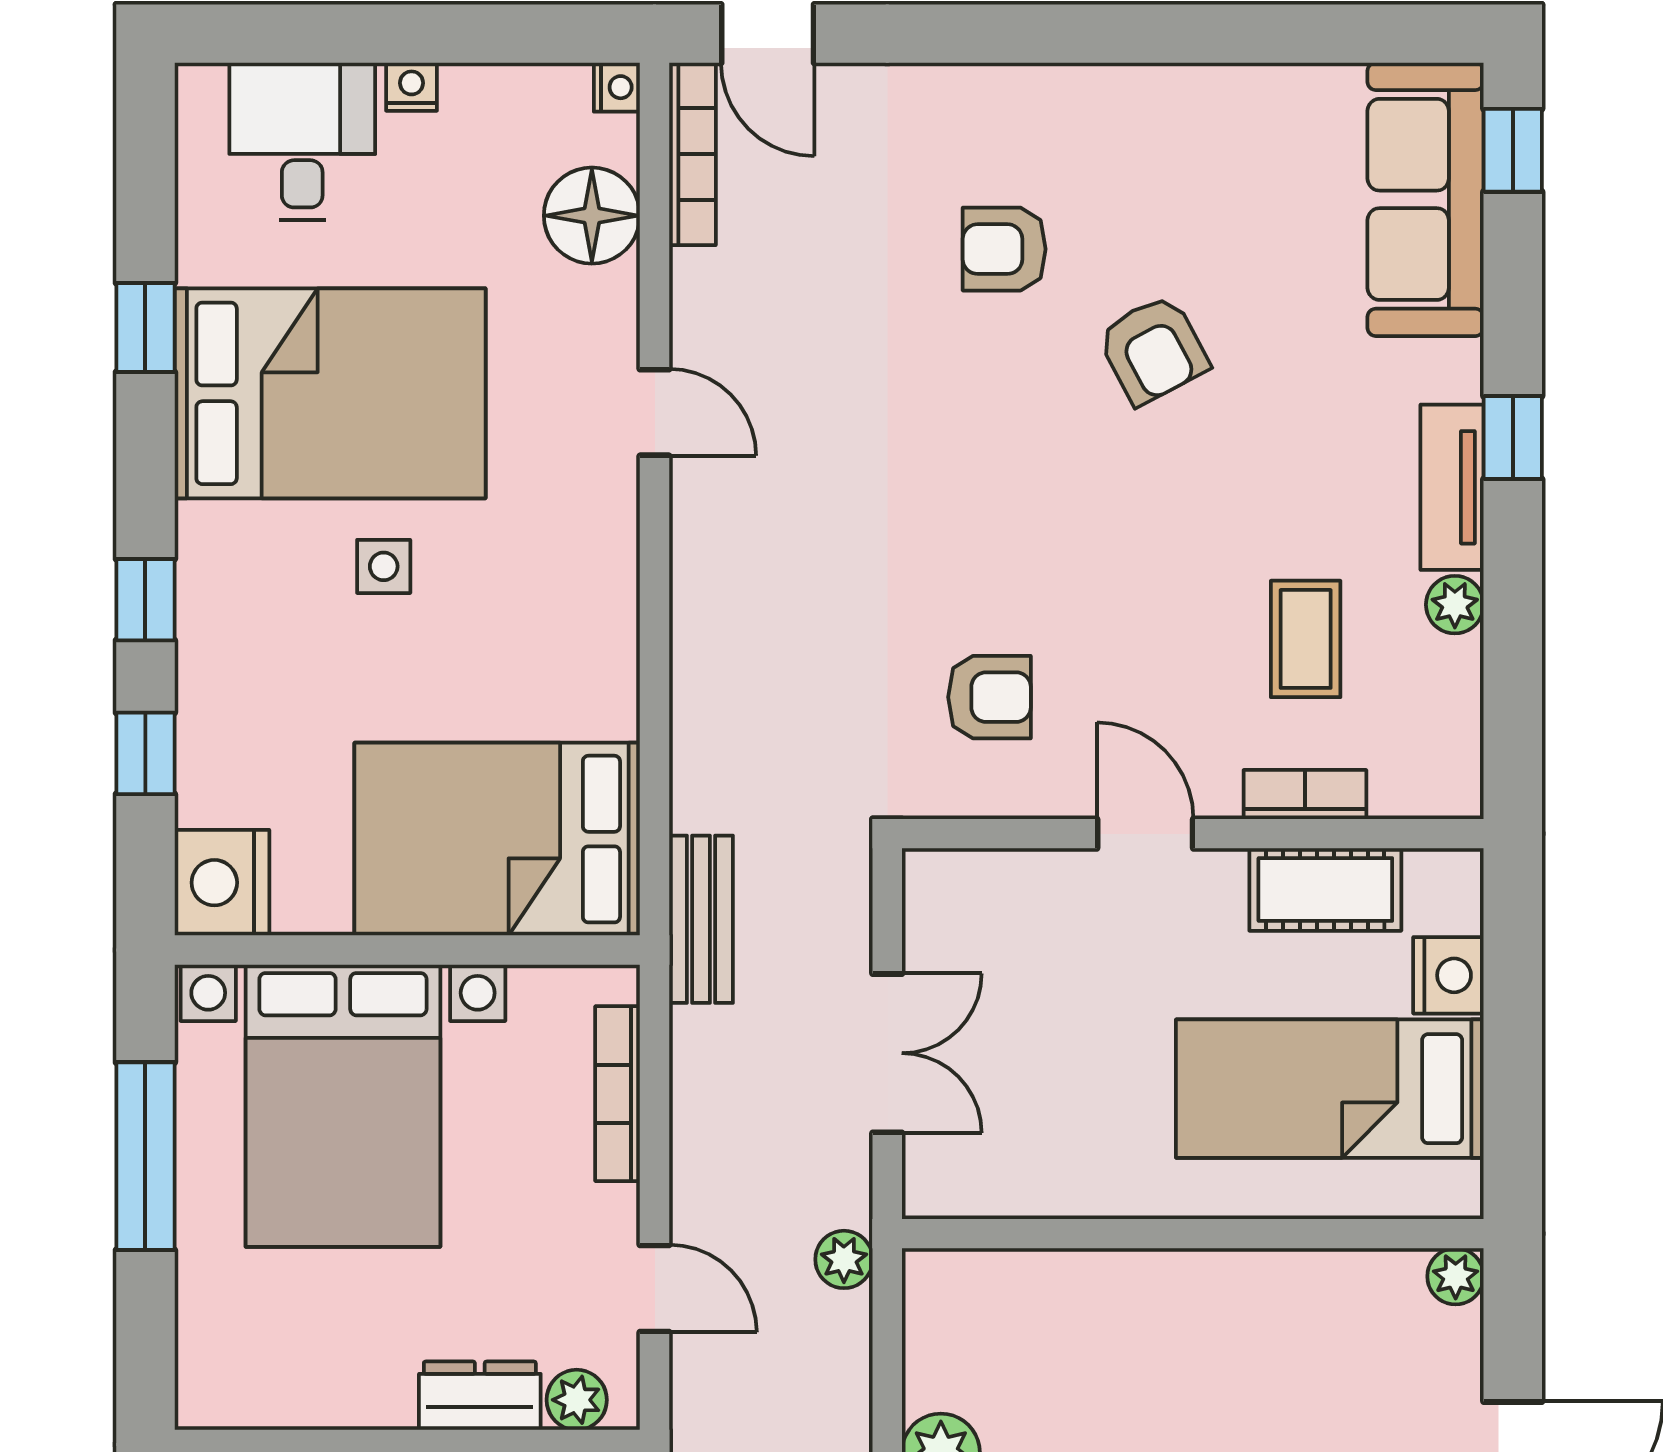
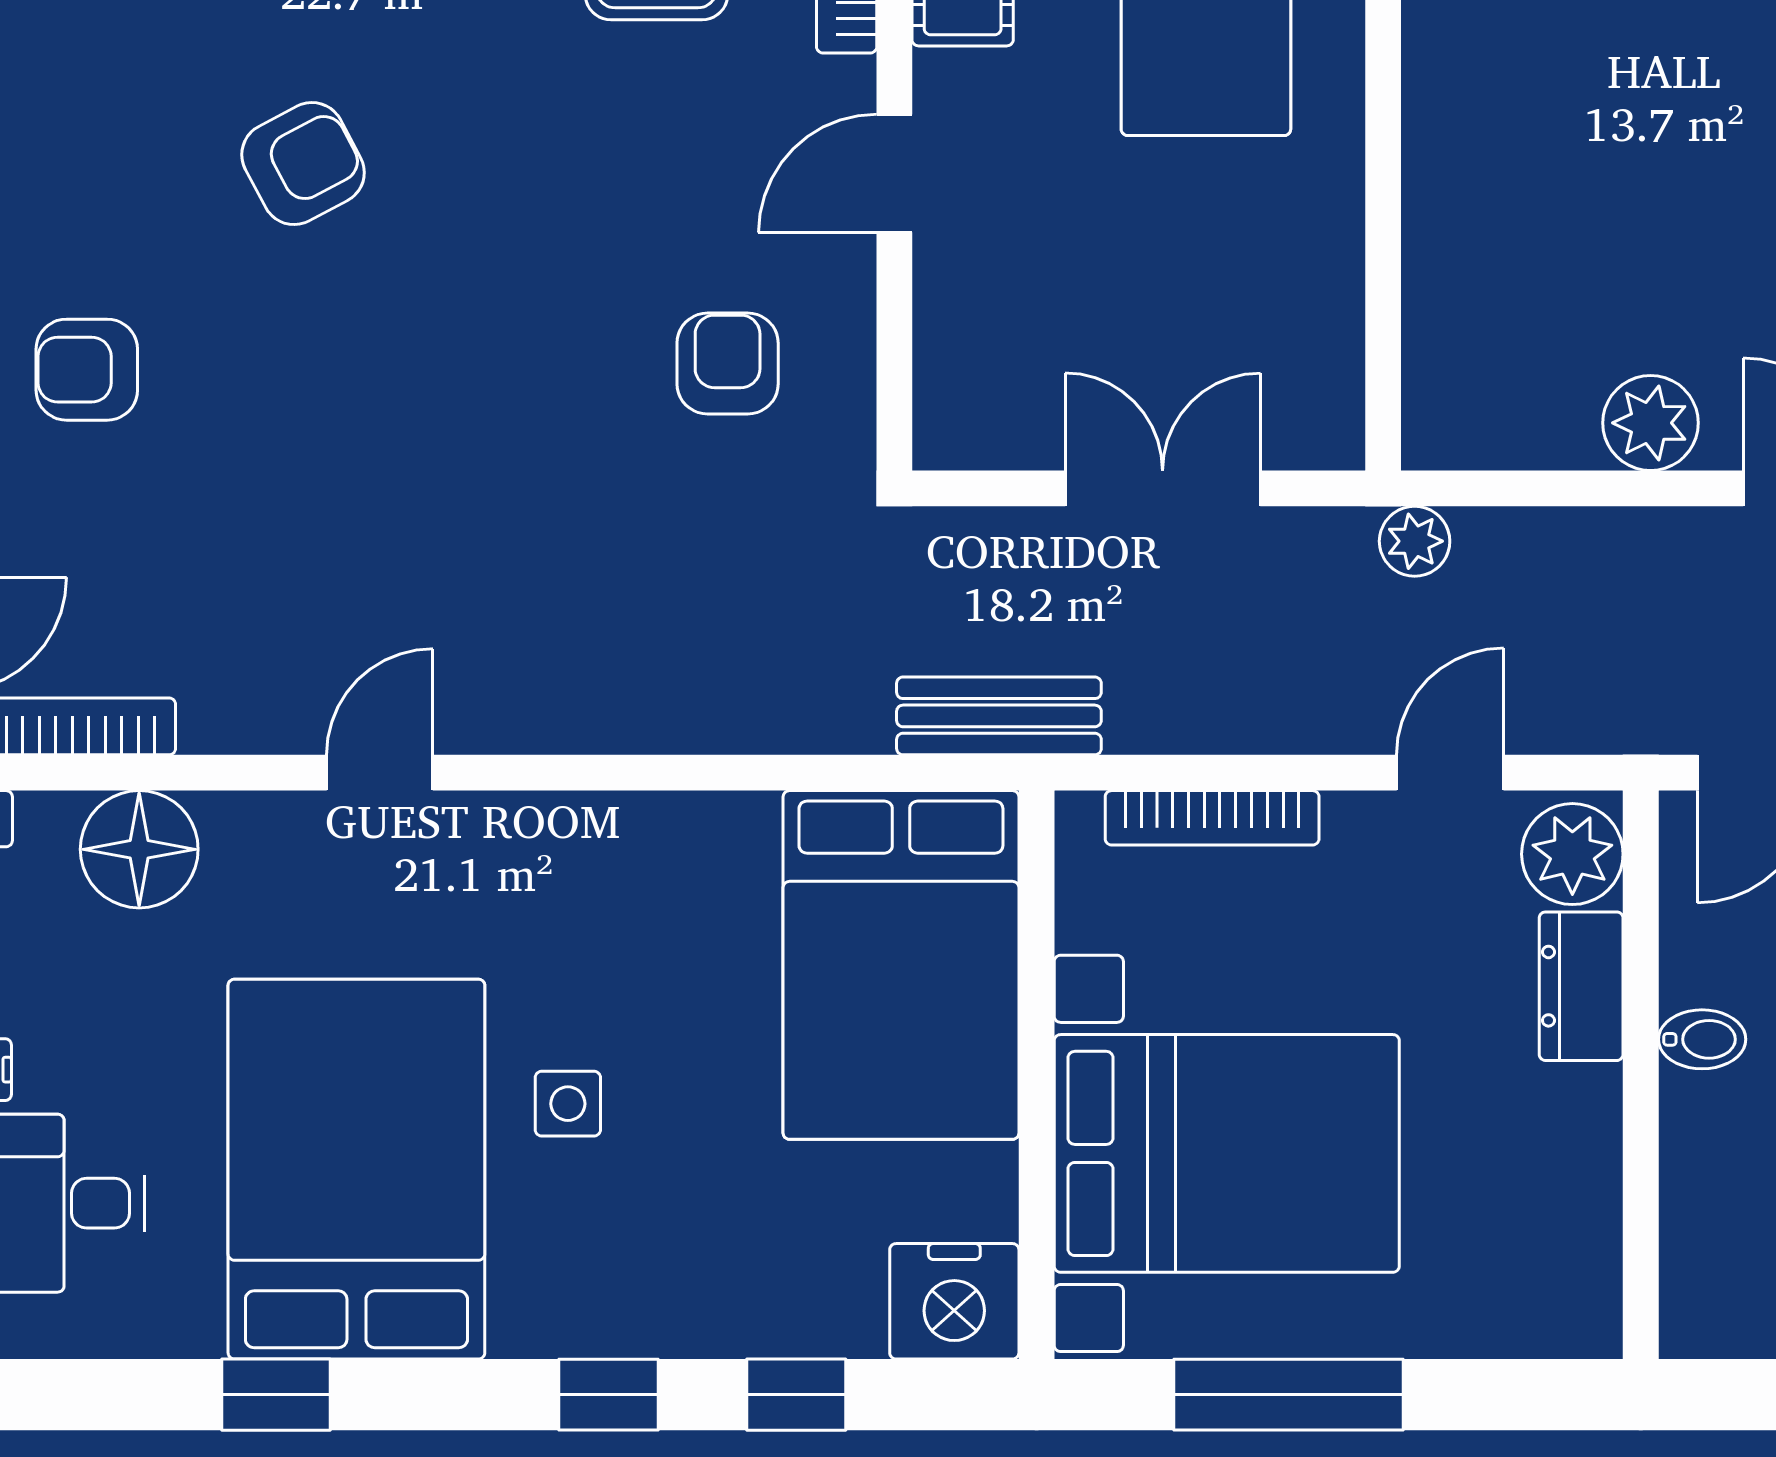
armchair: (1004, 249) -> (87, 370), moved, turned 90
plant: (577, 1400) -> (1572, 854), width x1.38, depth x1.38

